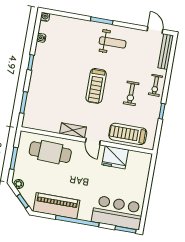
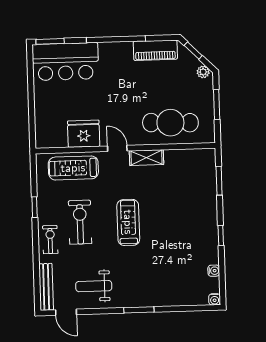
weight bench: (113, 42) -> (94, 286), moved
exercise bike: (131, 93) -> (80, 222), width x1.38, depth x1.39
treadmill: (128, 134) -> (73, 168), turned 180
piano: (56, 206) -> (155, 50), width x0.73, depth x0.75

